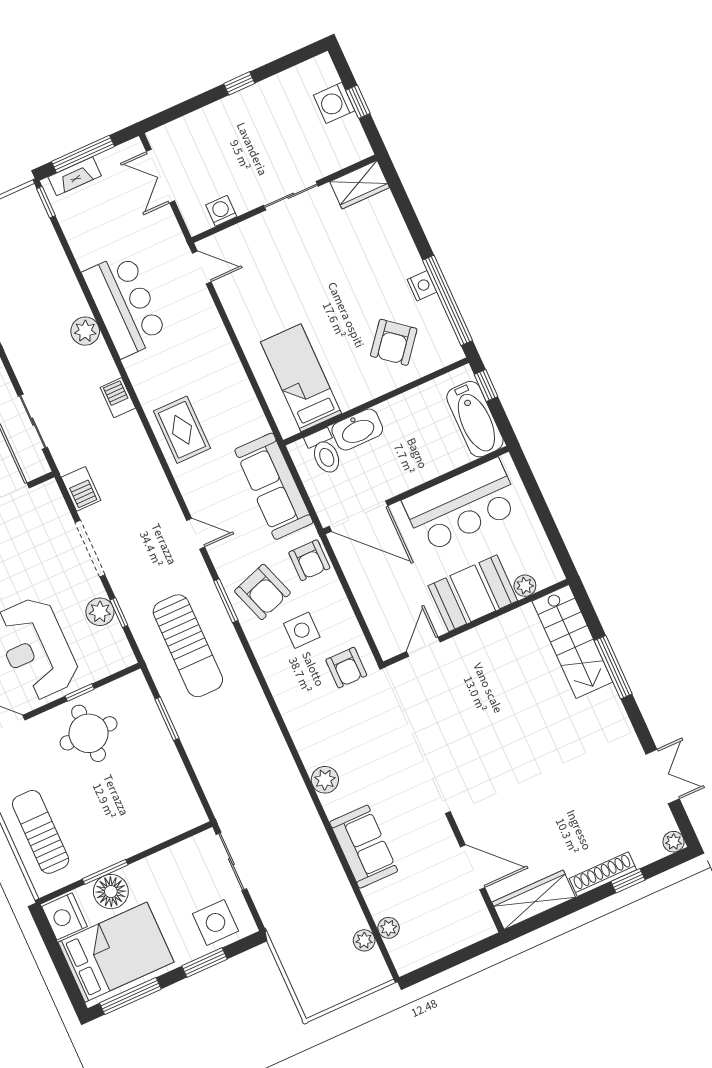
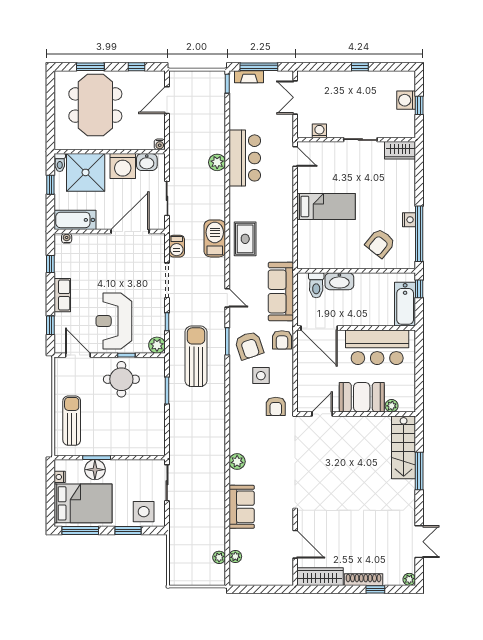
bed: (301, 378) -> (326, 206), moved, turned 90
barbecue: (118, 398) -> (215, 238), moved, width x1.88, depth x1.53
plant: (100, 612) -> (157, 345), moved
sun lounger: (188, 646) -> (196, 356), turned 180
nightstand: (64, 916) -> (60, 477), width x0.53, depth x0.56

